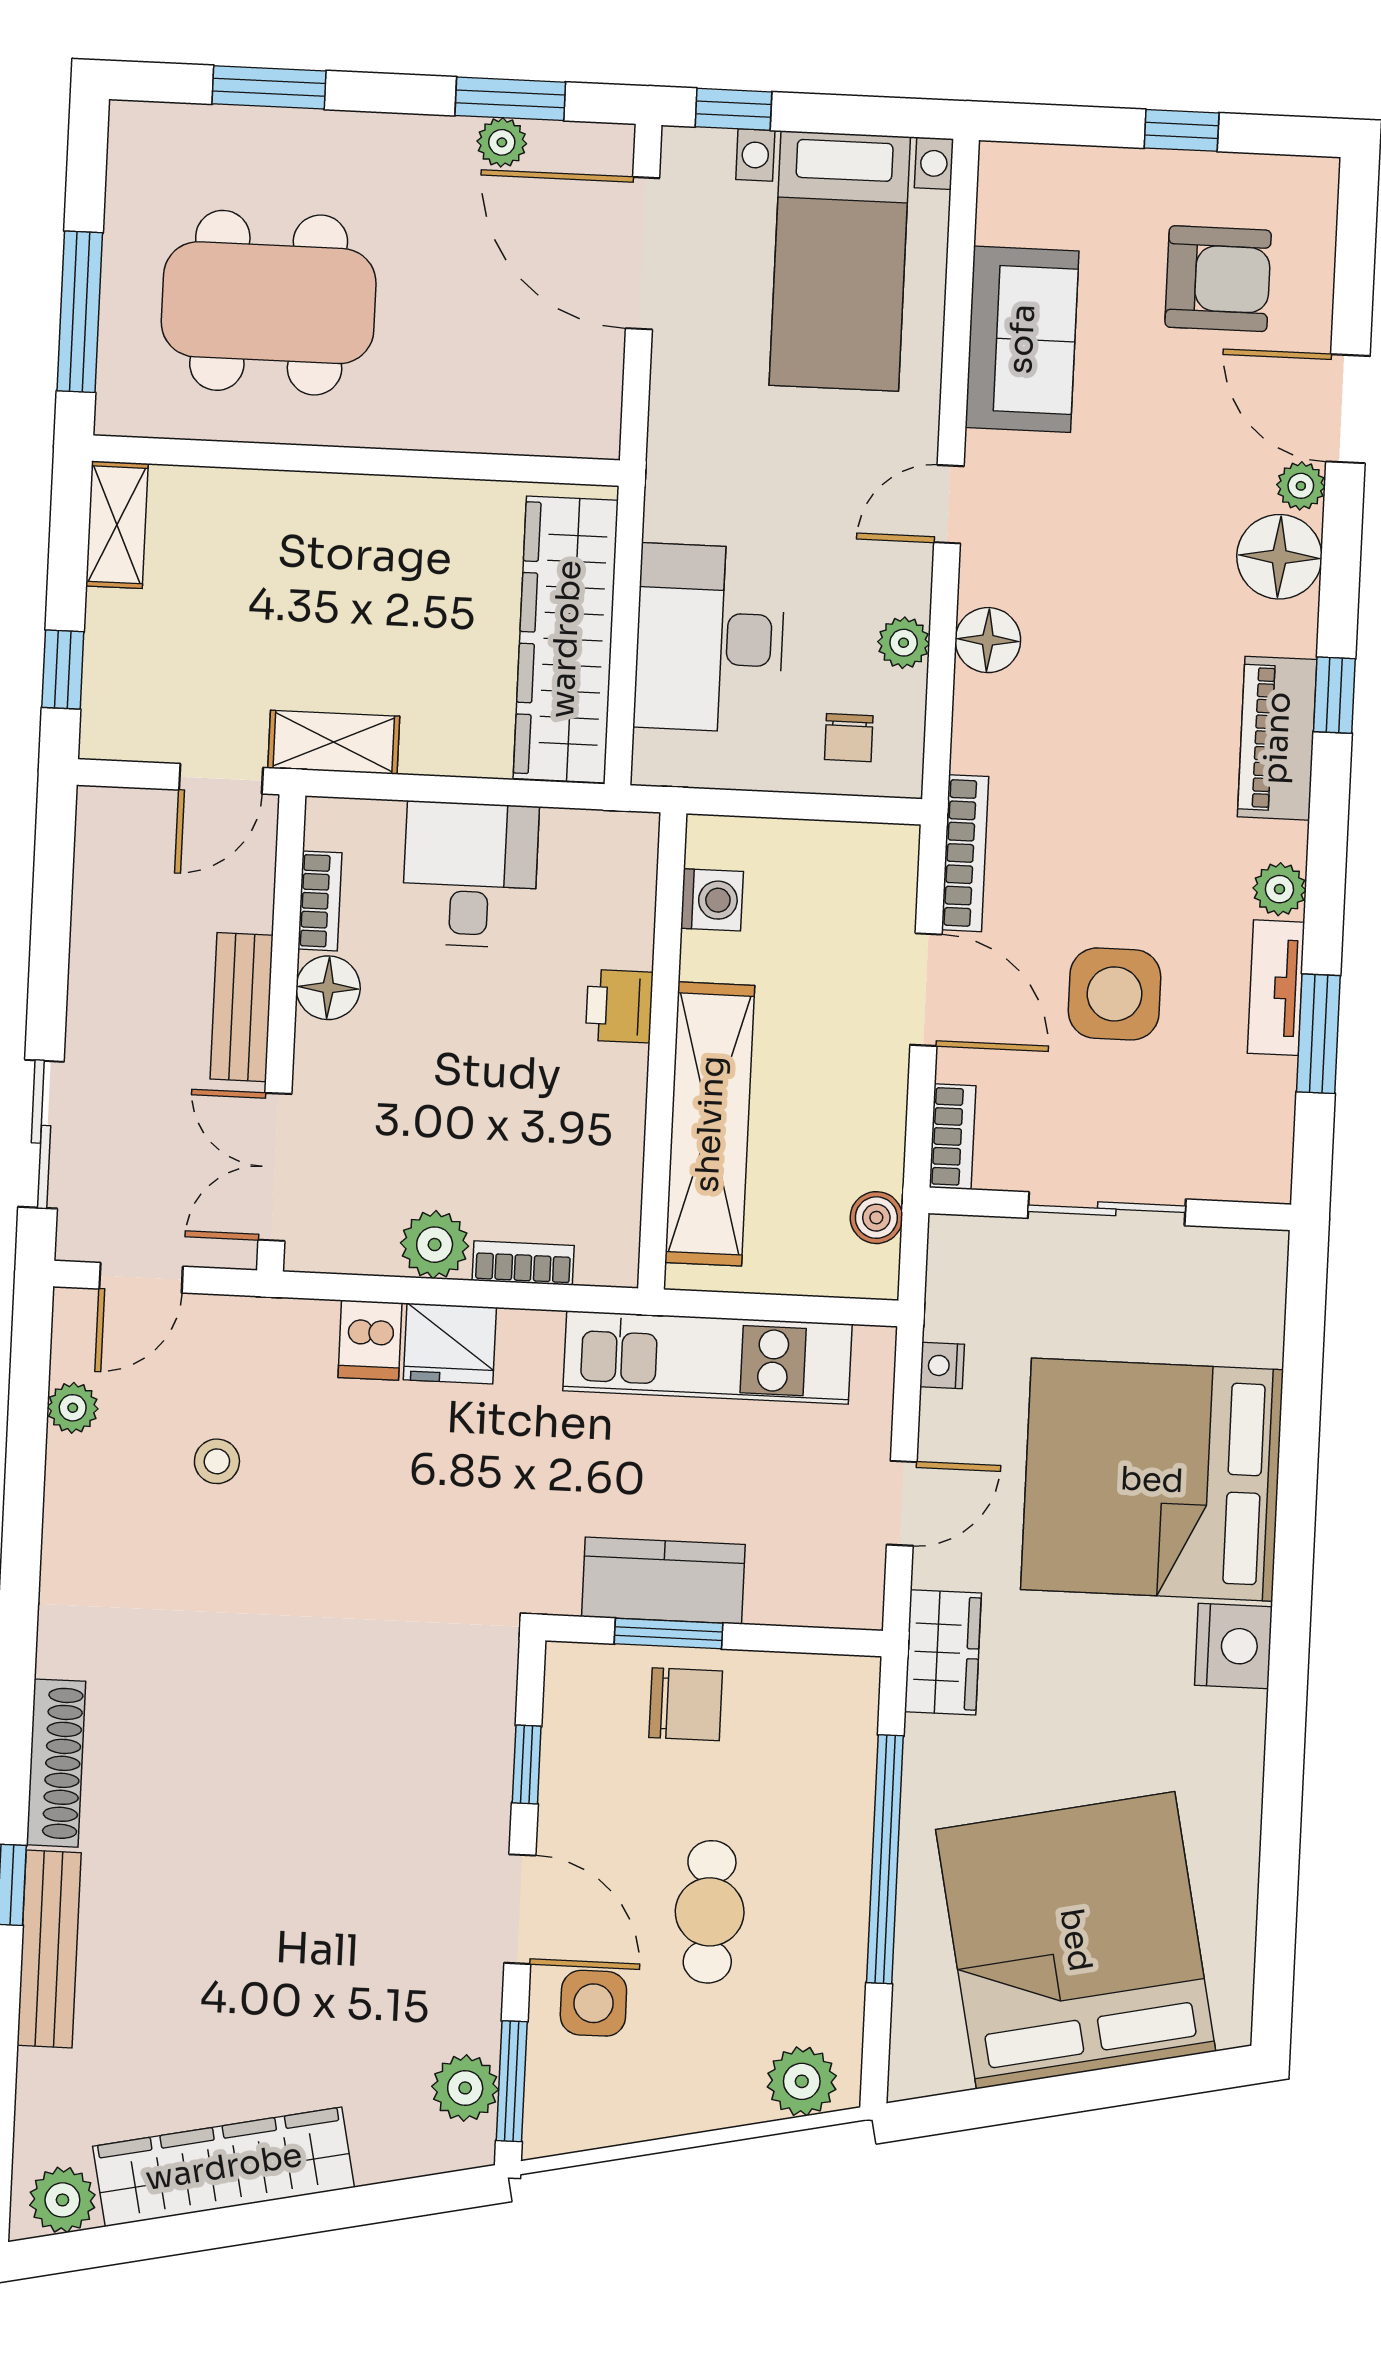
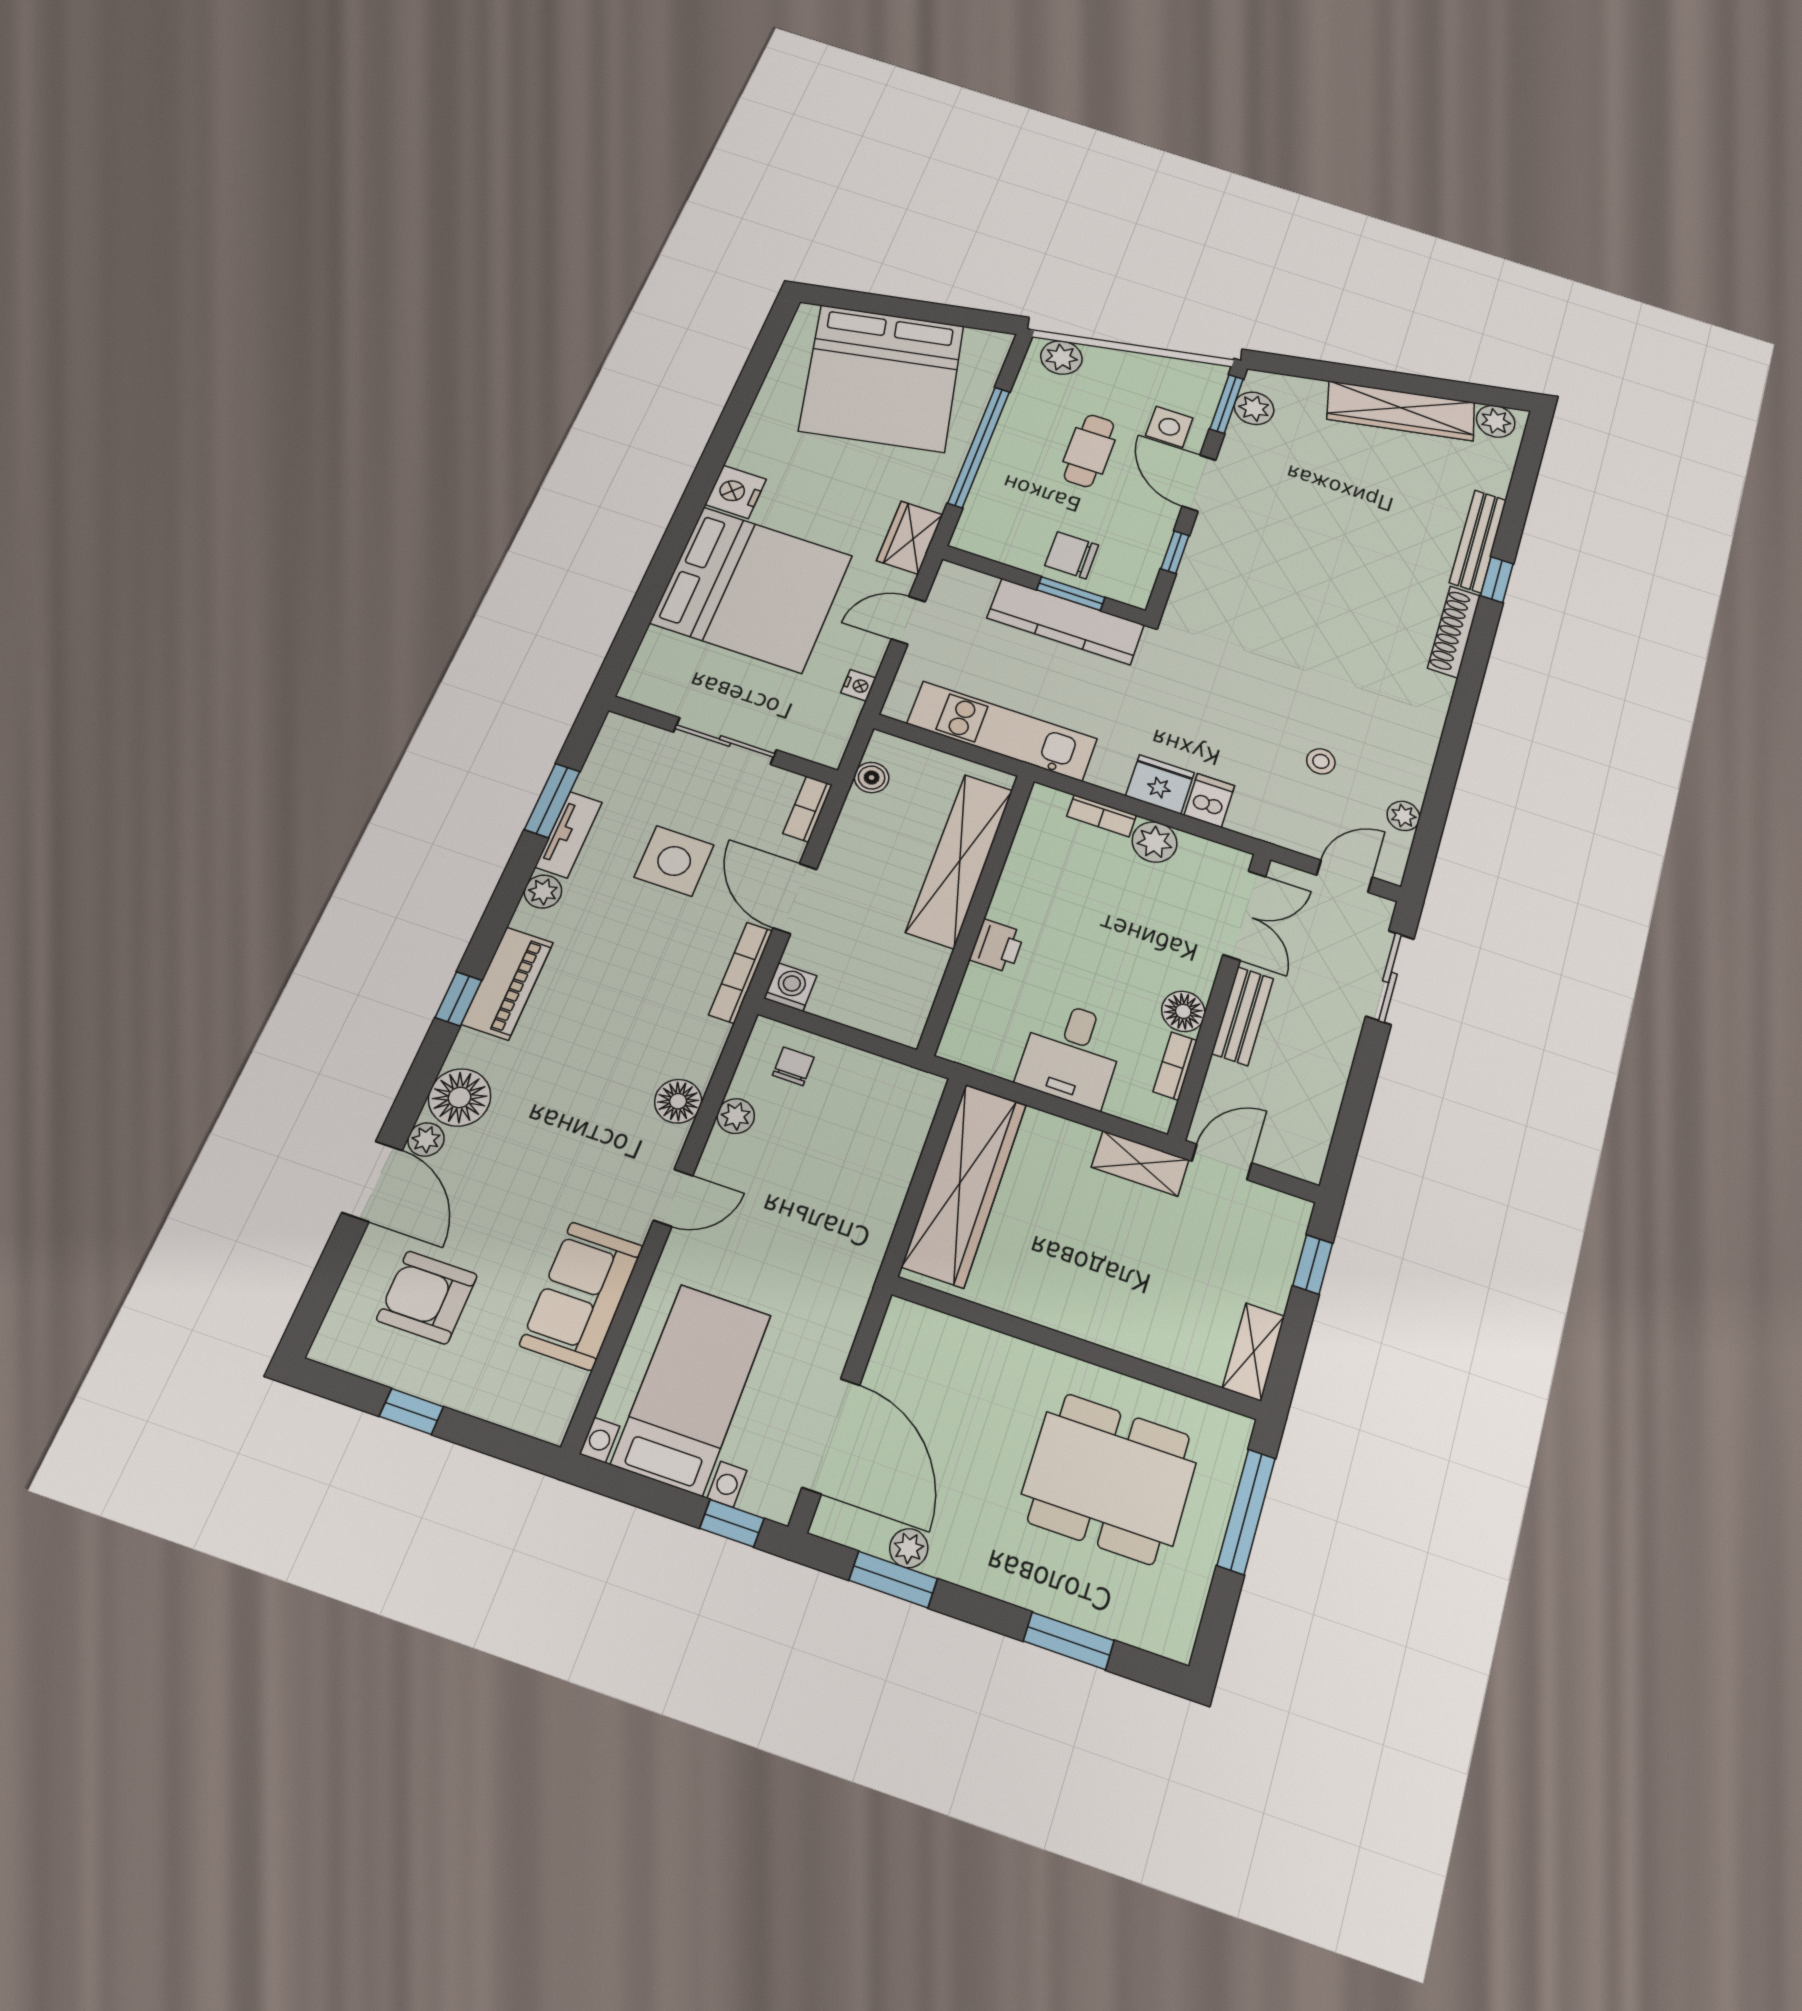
desk: (710, 638) -> (866, 1157), removed
washing machine: (712, 900) -> (790, 987), moved, turned 90
kitchen counter: (663, 1581) -> (1066, 621), width x1.50

